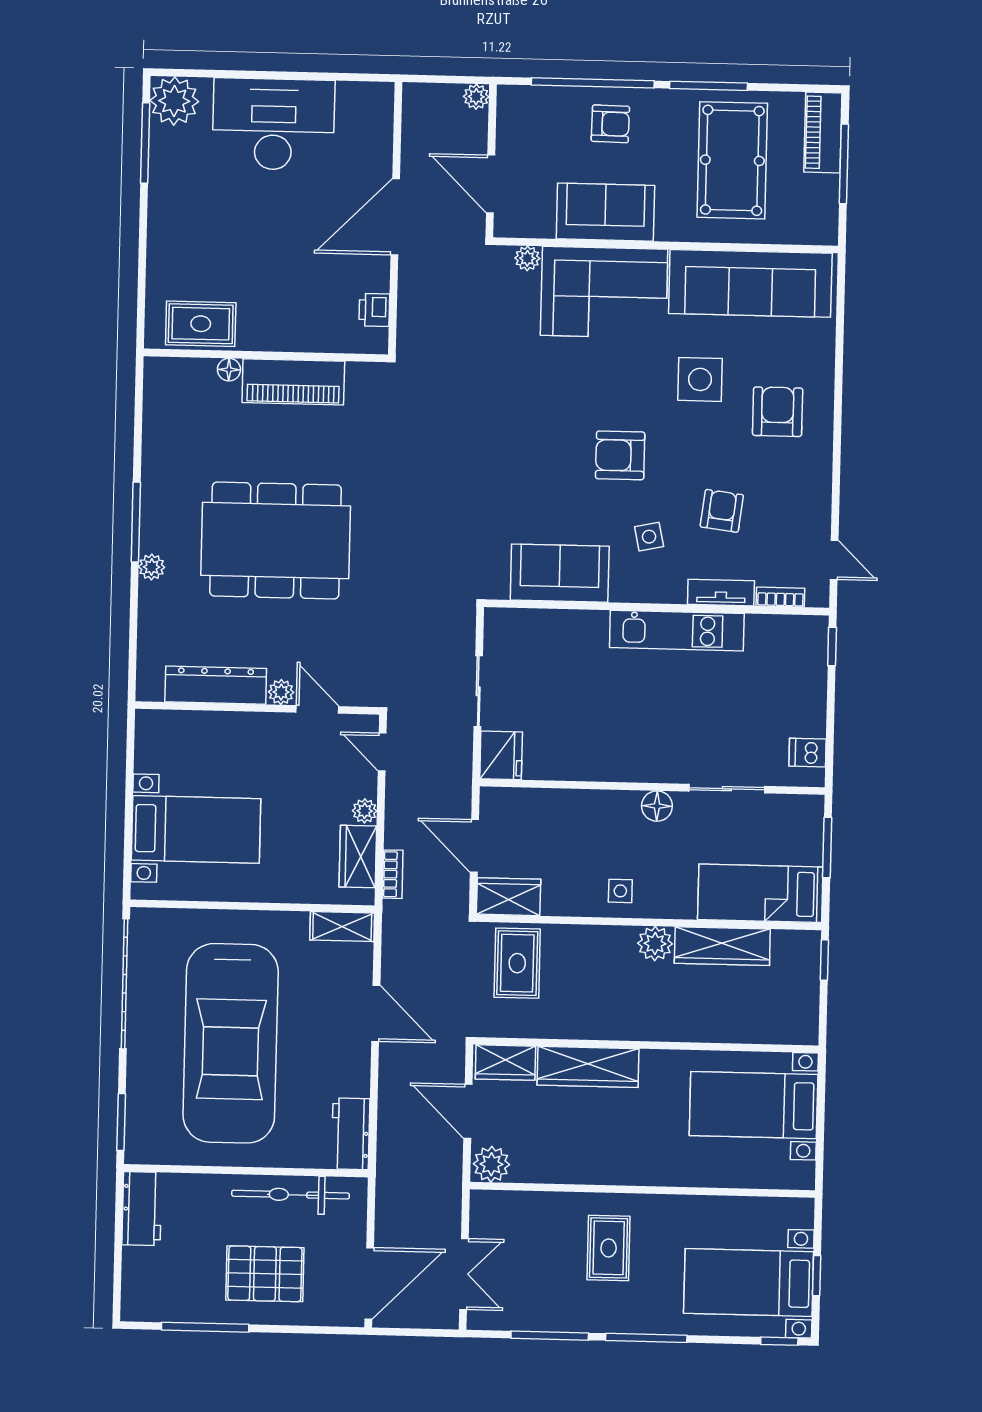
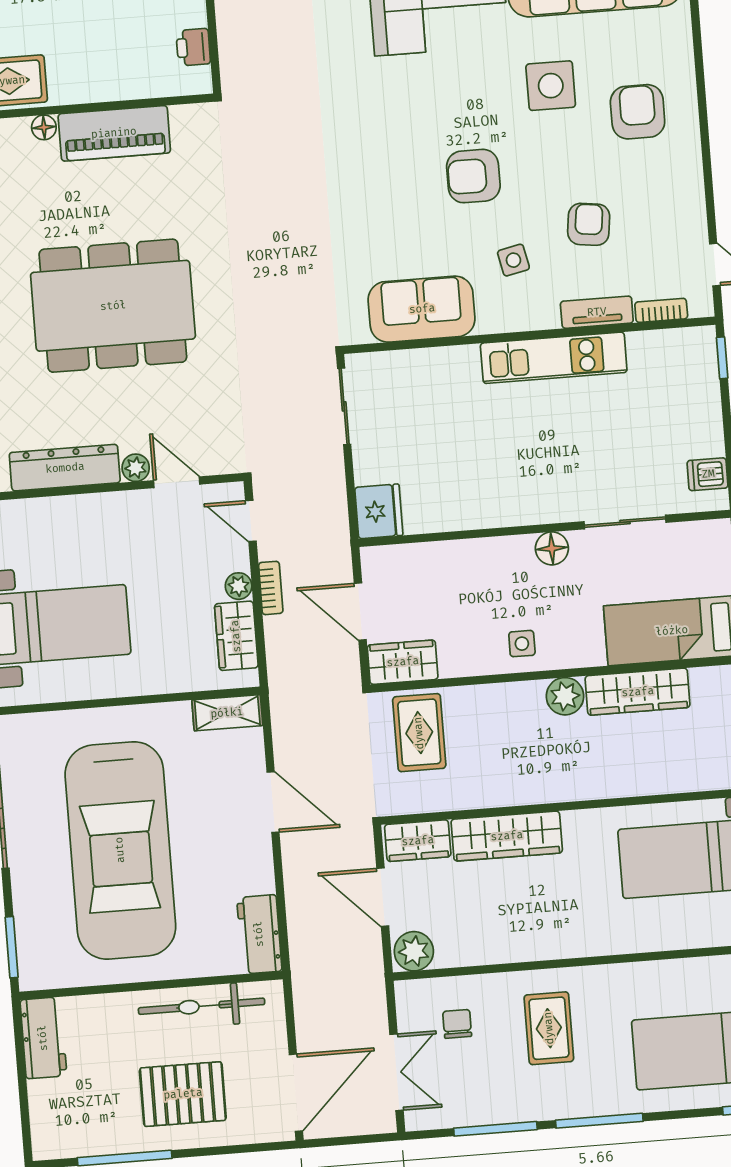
sliding door: (478, 691) -> (344, 406), moved
bookcase: (393, 874) -> (271, 588), moved
chair: (524, 1235) -> (457, 1024), added

